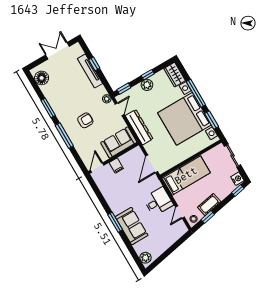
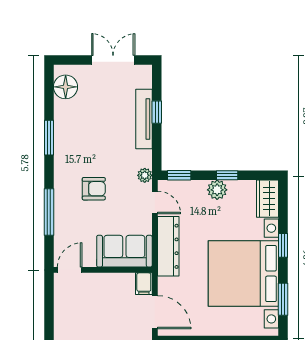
window: (196, 93) -> (283, 245), width x0.46
door: (120, 109) -> (155, 202), hinge flipped
window: (64, 136) -> (49, 212), moved
door: (152, 164) -> (155, 312), swing flipped
filing cabinet: (116, 166) -> (144, 284), moved

